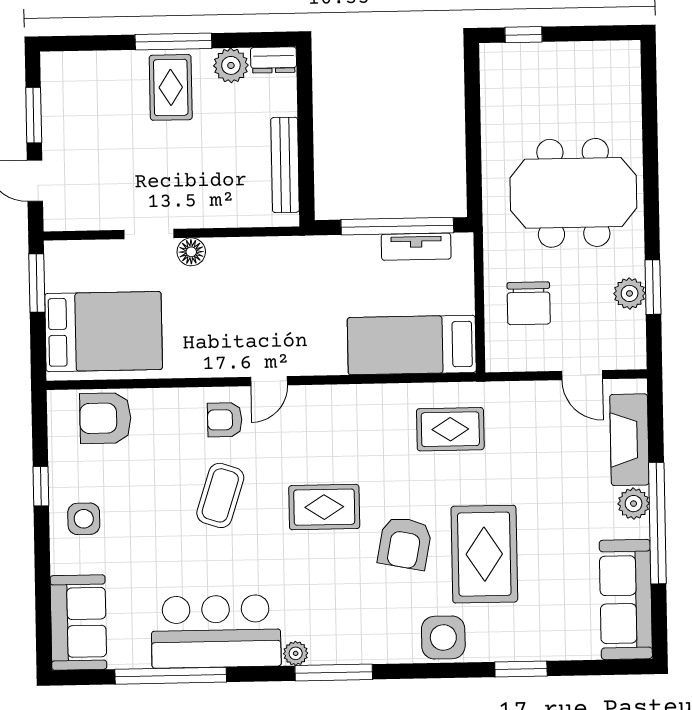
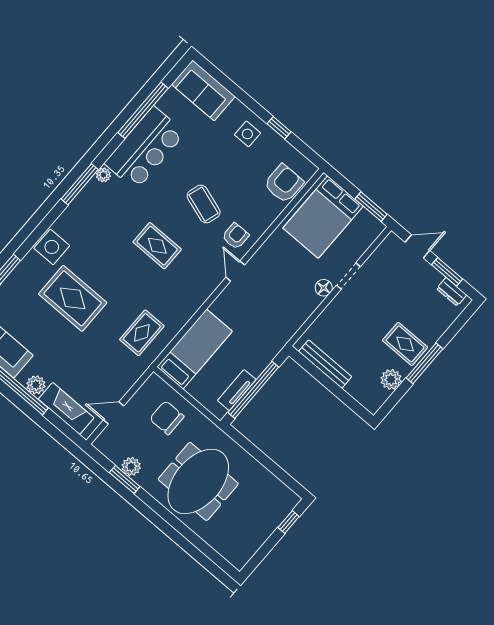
dresser: (274, 60) -> (452, 292), moved, turned -90
rug: (324, 507) -> (157, 246), turned 90
armchair: (405, 543) -> (109, 267), removed

